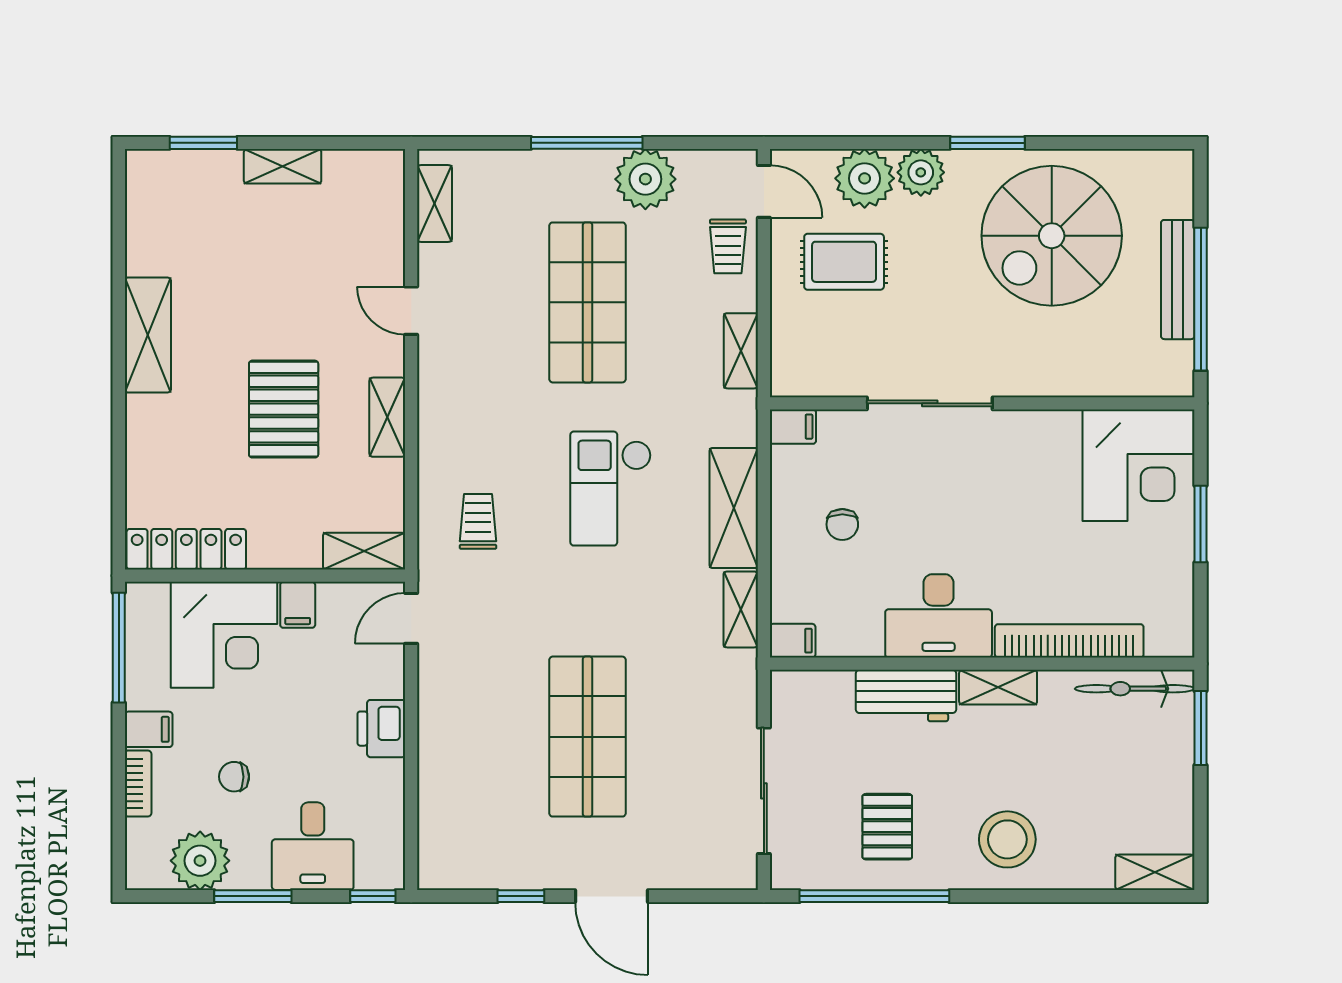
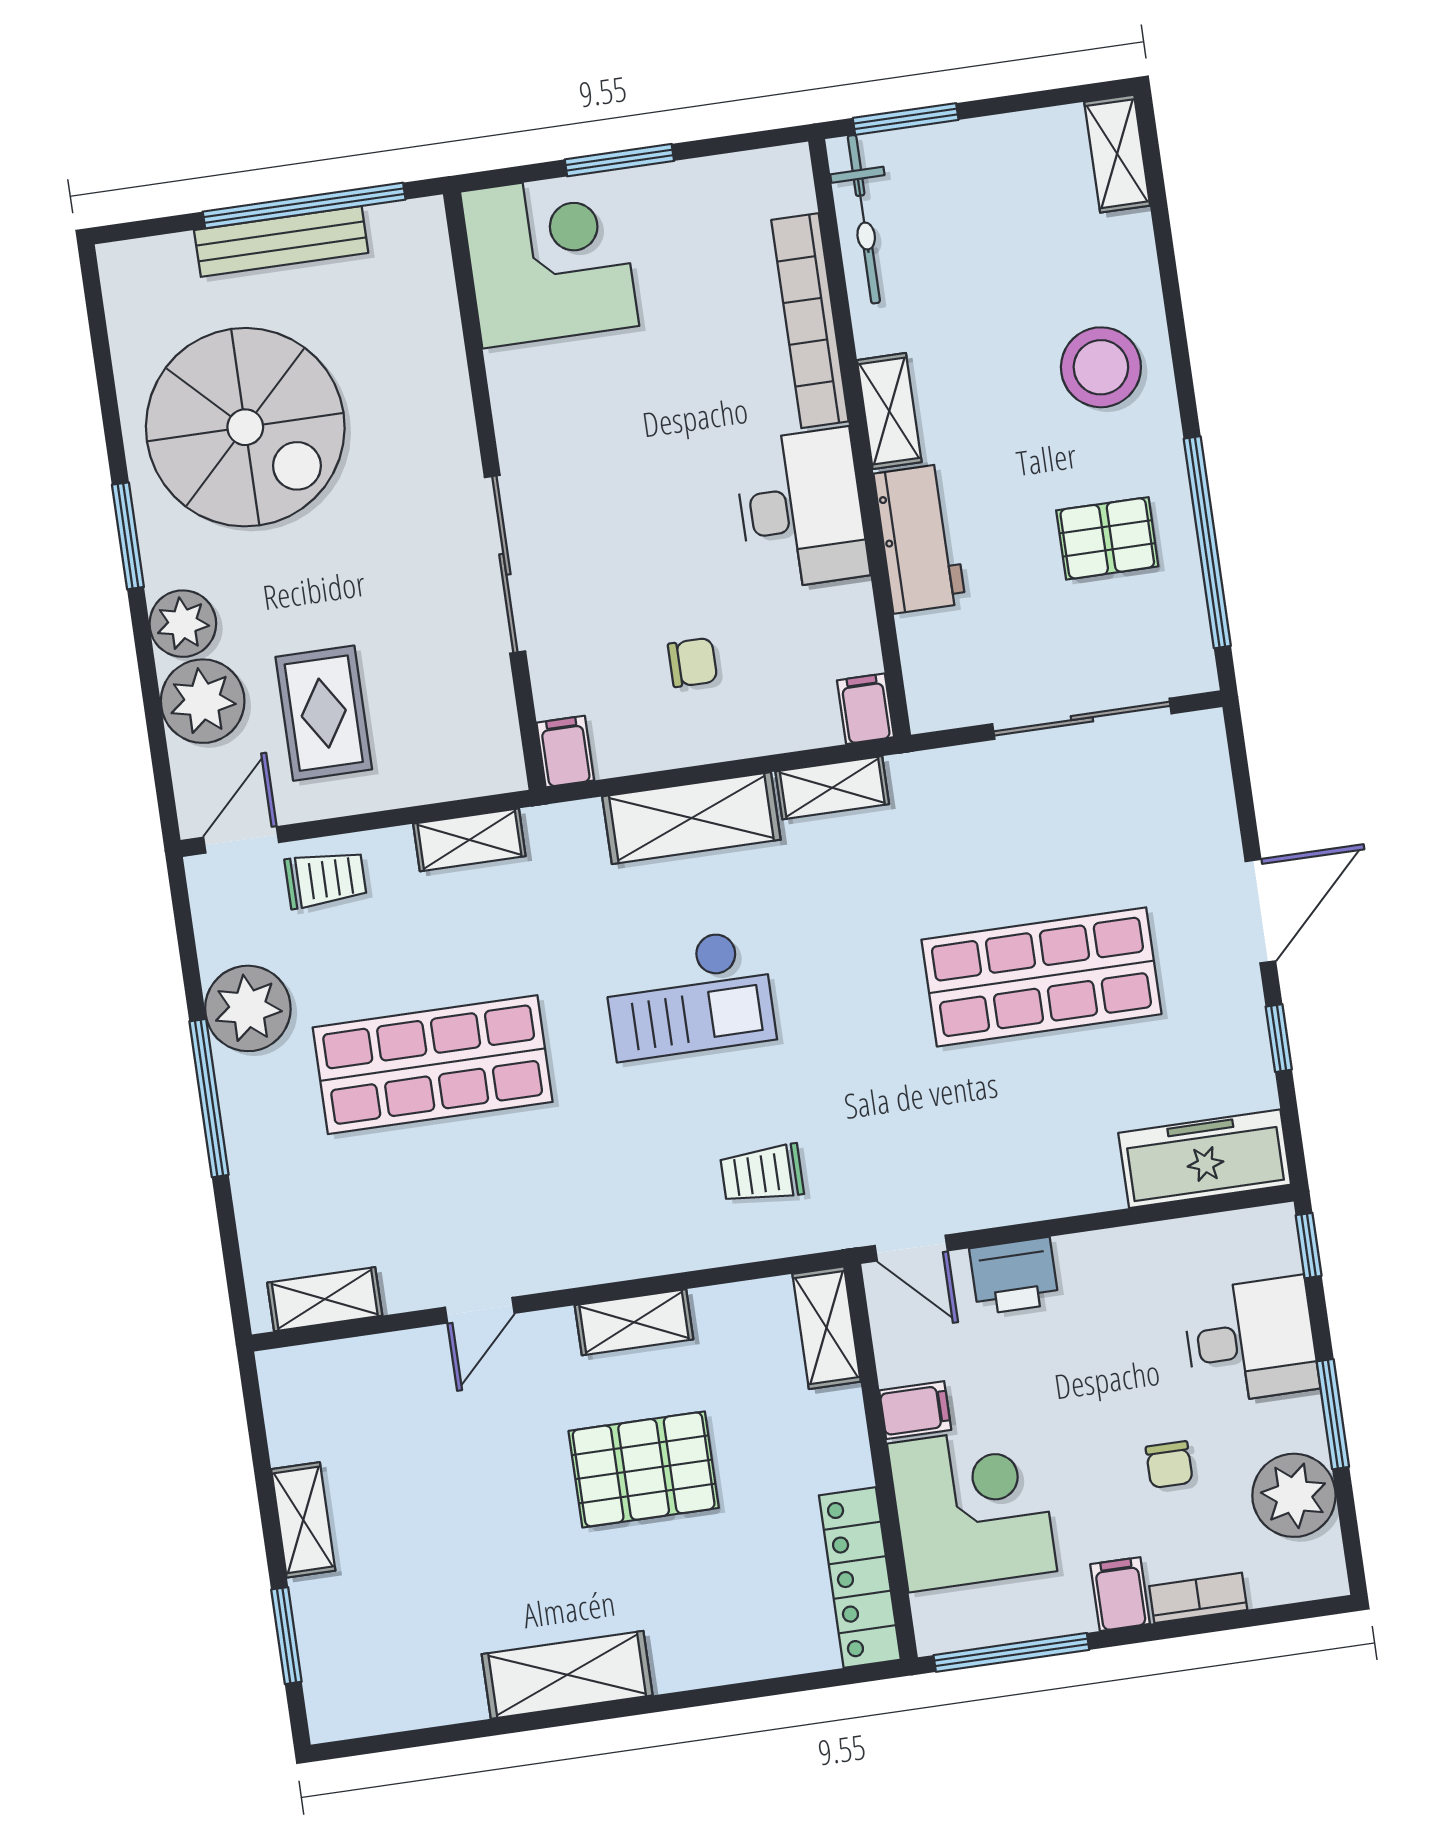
printer: (381, 729) -> (1014, 1276), moved
freezer: (444, 832) -> (1205, 1159), added

